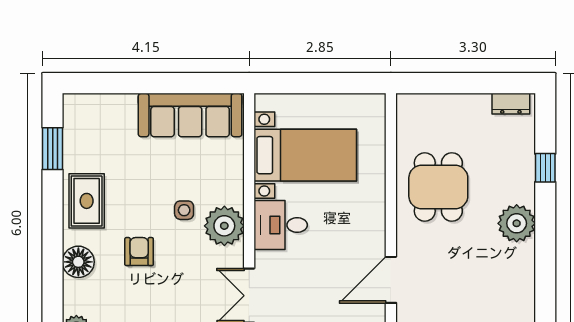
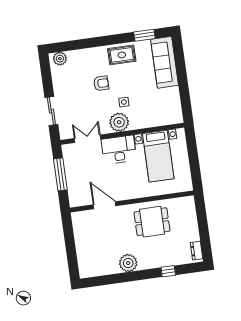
sofa: (190, 115) -> (165, 62), moved
plant: (517, 223) -> (128, 263), moved
desk: (281, 225) -> (119, 150), width x1.37
floor lamp: (78, 262) -> (92, 55), removed

